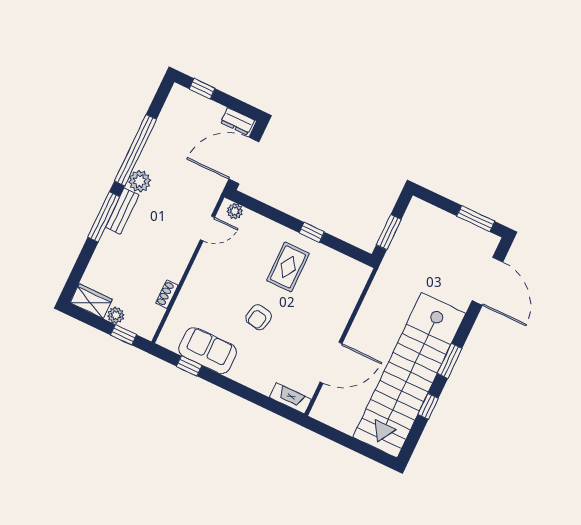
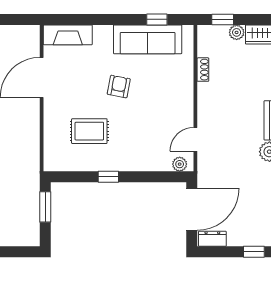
rug: (288, 267) -> (89, 131), moved, turned 90
sofa: (208, 351) -> (148, 39), width x1.36
fireplace: (290, 398) -> (68, 35), width x1.37, depth x1.32

